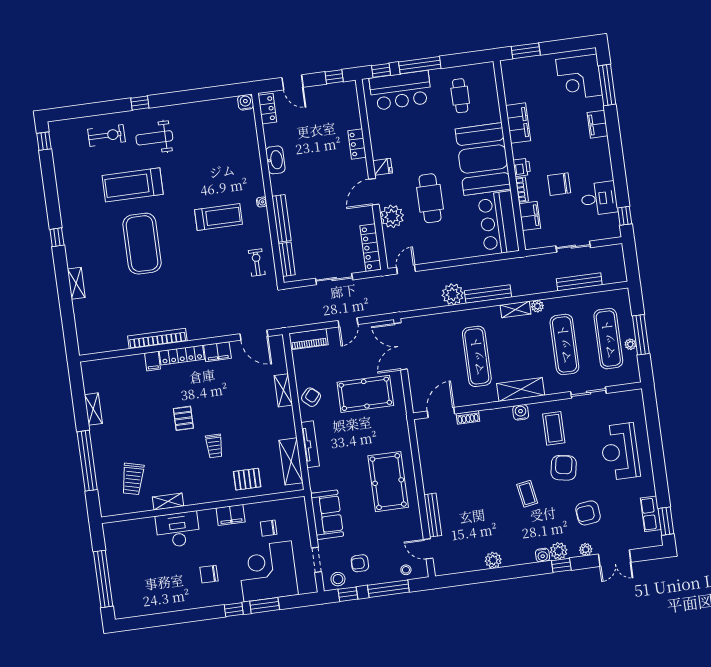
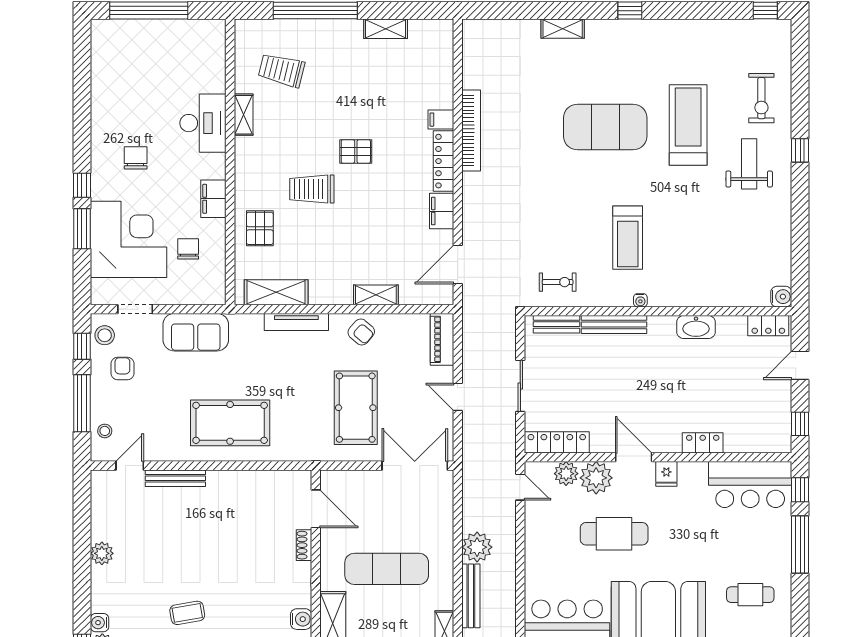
bar counter: (401, 90) -> (750, 485), moved, turned -90
plant: (392, 238) -> (566, 474), added
trolley: (214, 446) -> (312, 189), width x1.36, depth x1.39

